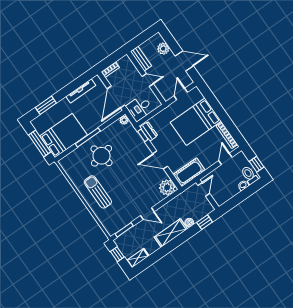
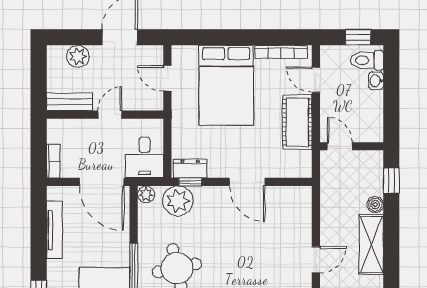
door: (160, 160) -> (247, 182), hinge flipped
cot: (189, 172) -> (297, 122), moved
plant: (167, 187) -> (178, 201), moved

